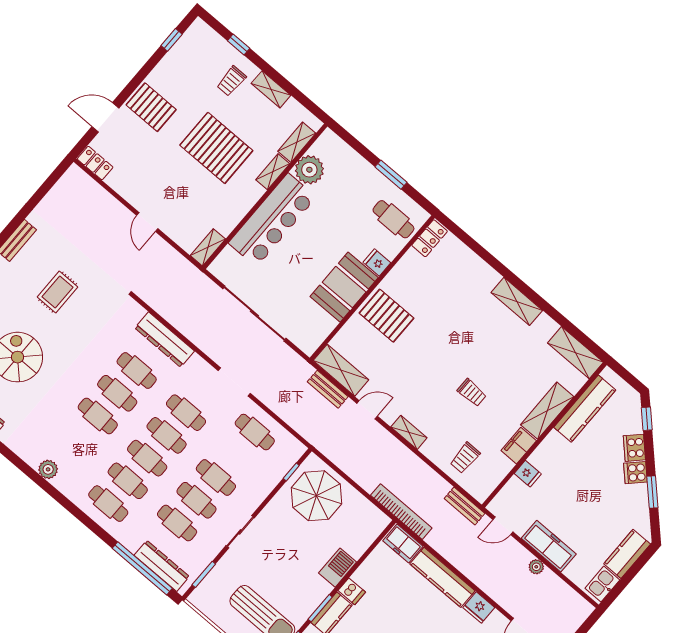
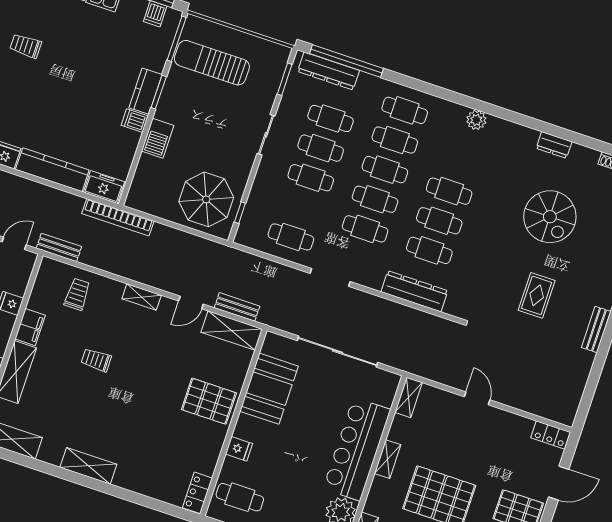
shelving: (273, 172) -> (388, 459), moved
booth: (344, 287) -> (269, 389), moved

